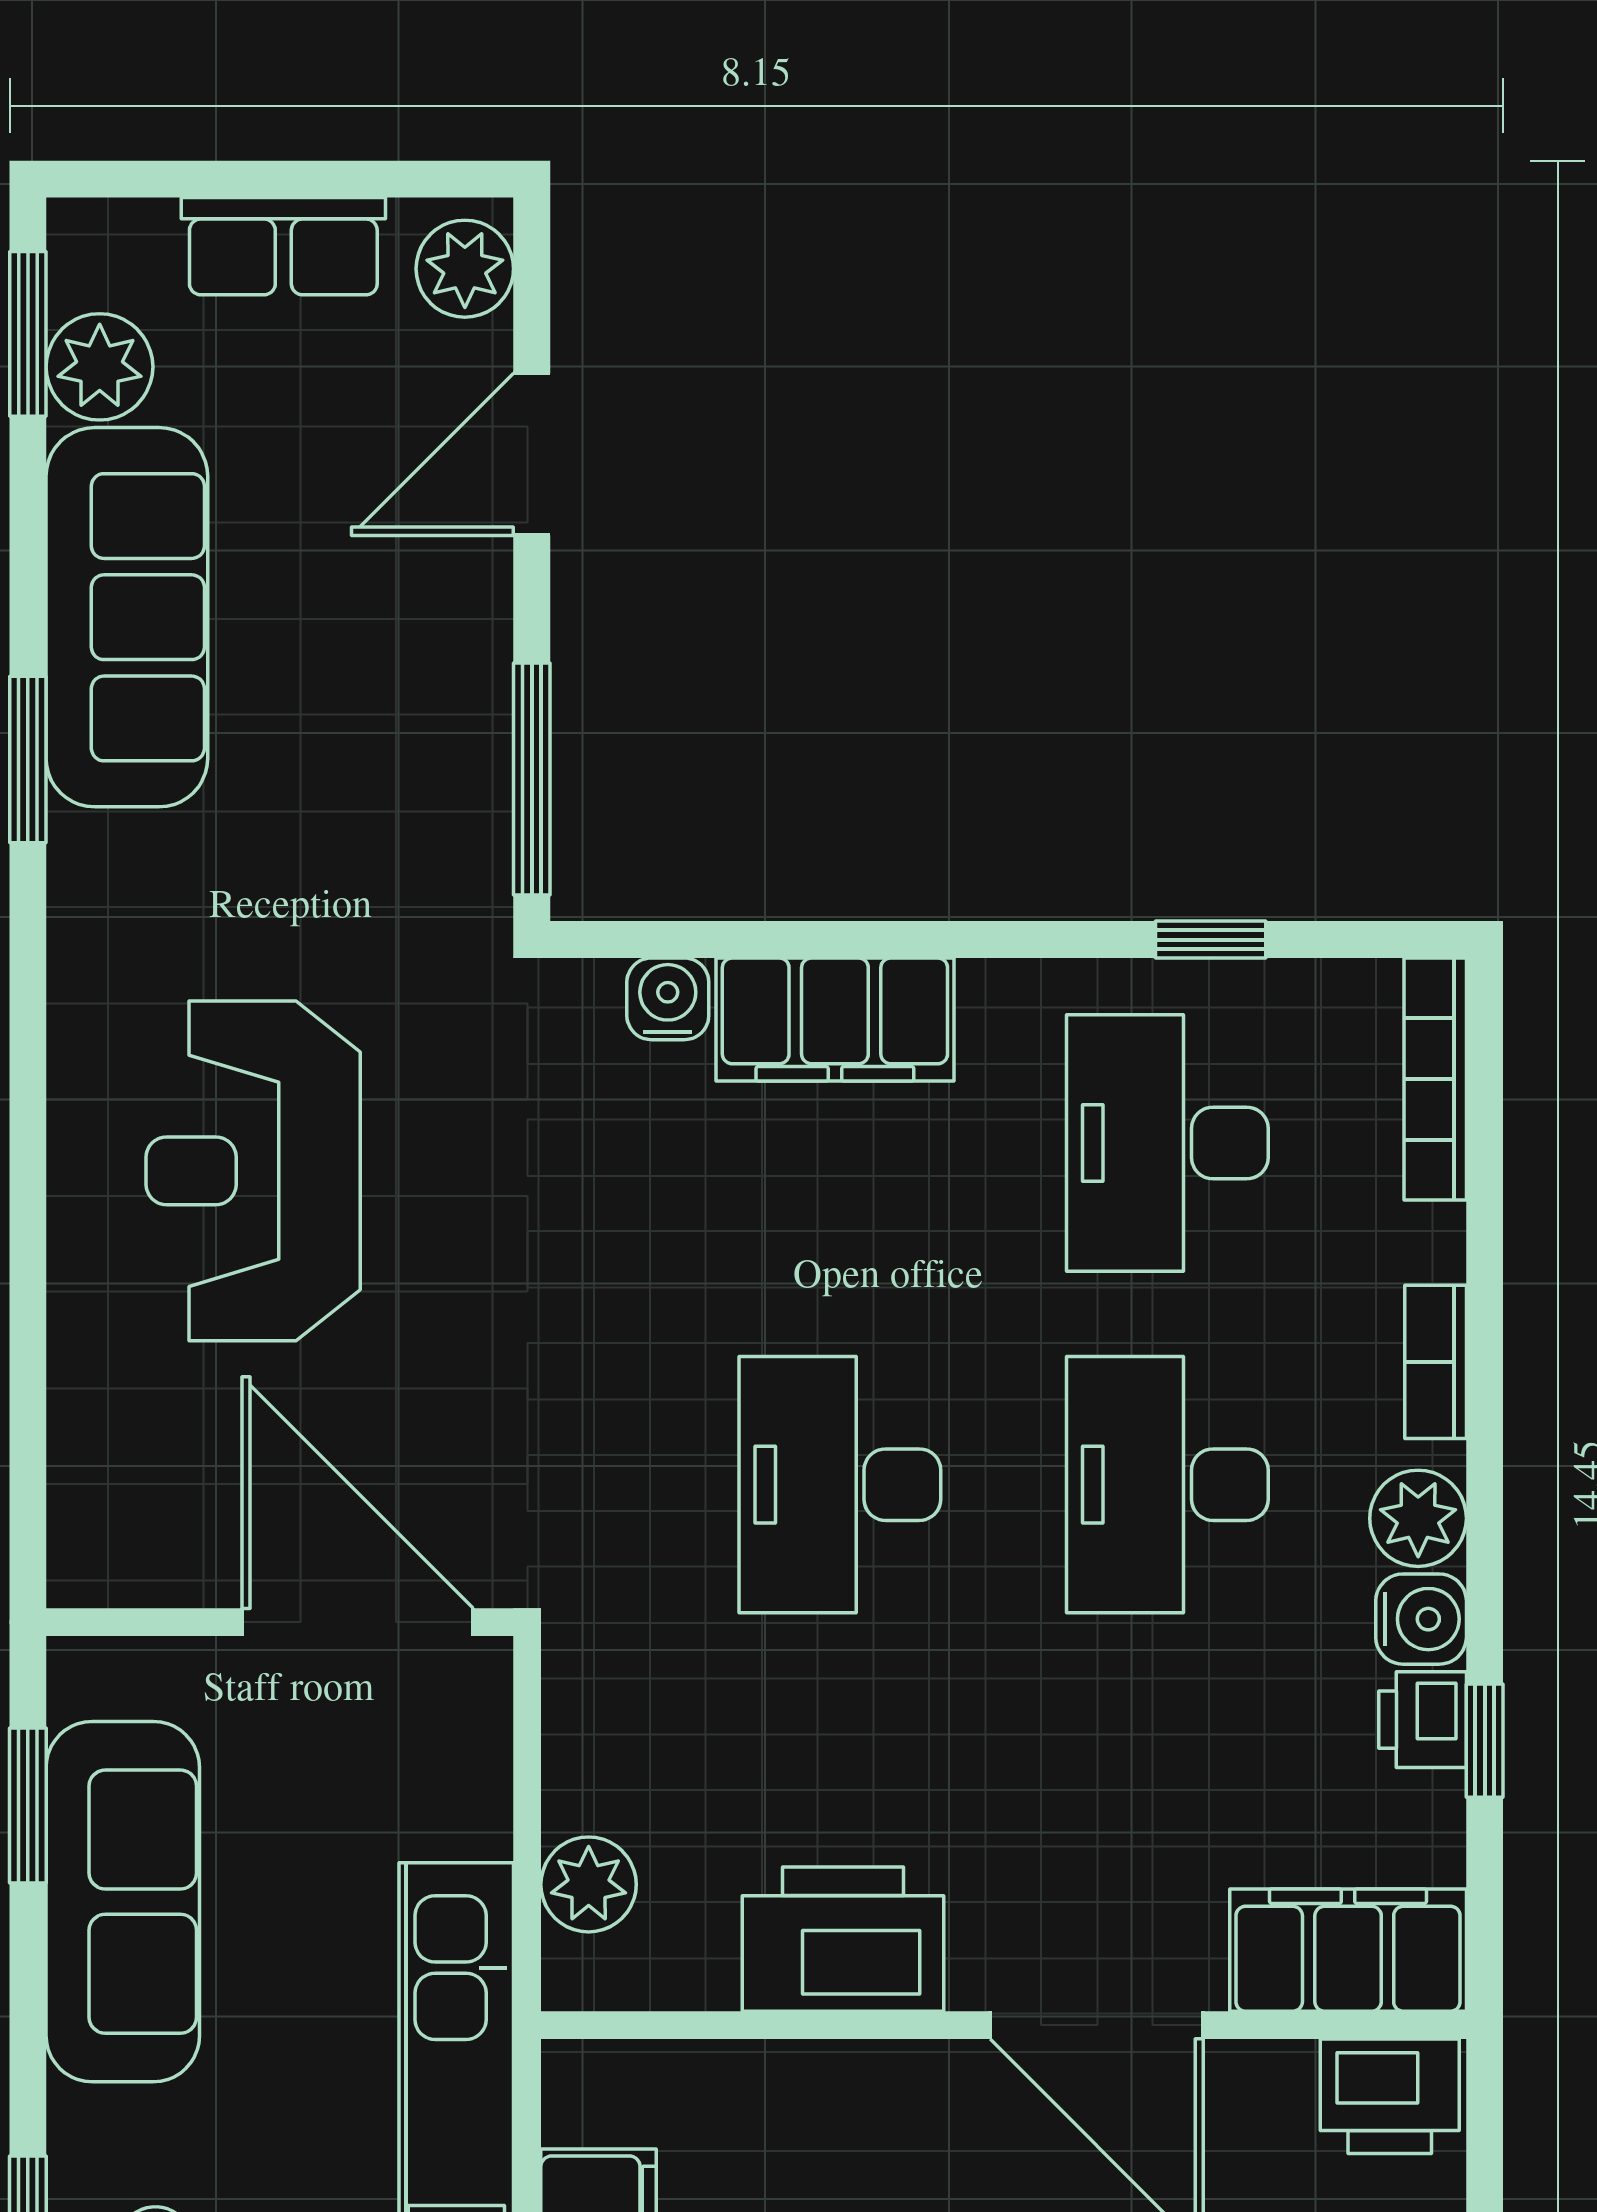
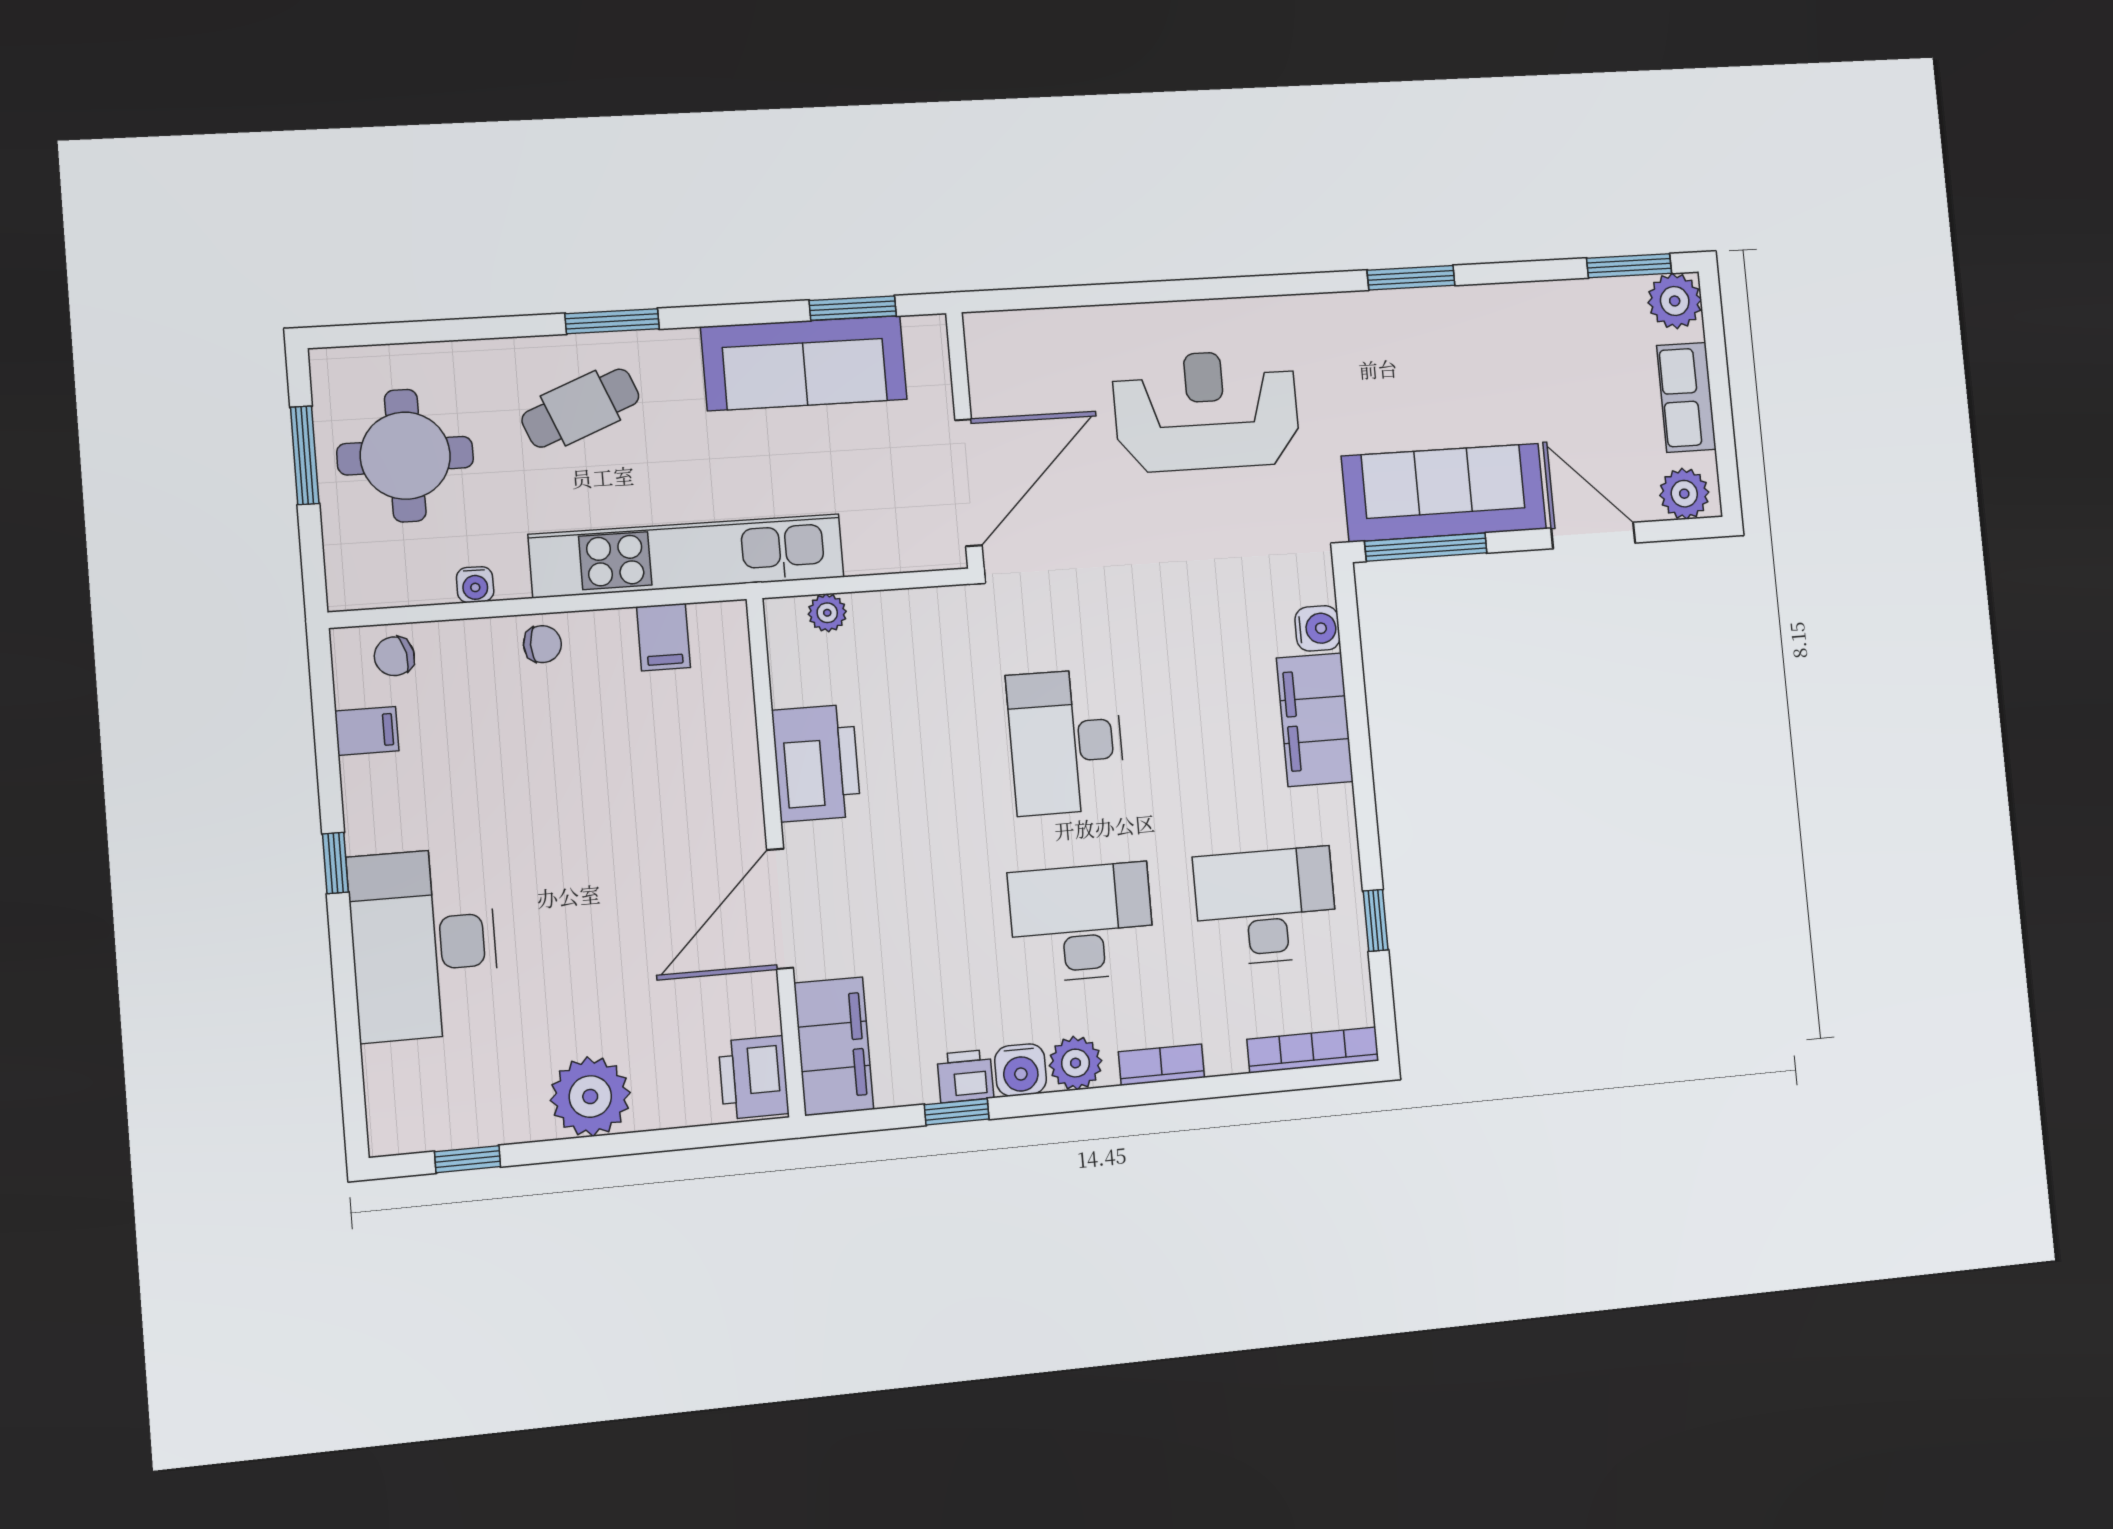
plant: (100, 367) -> (1675, 301), moved
sofa: (127, 617) -> (1444, 493), moved, turned 180
desk: (840, 1485) -> (1066, 742), turned -90
plant: (589, 1884) -> (827, 613), width x0.73, depth x0.73

